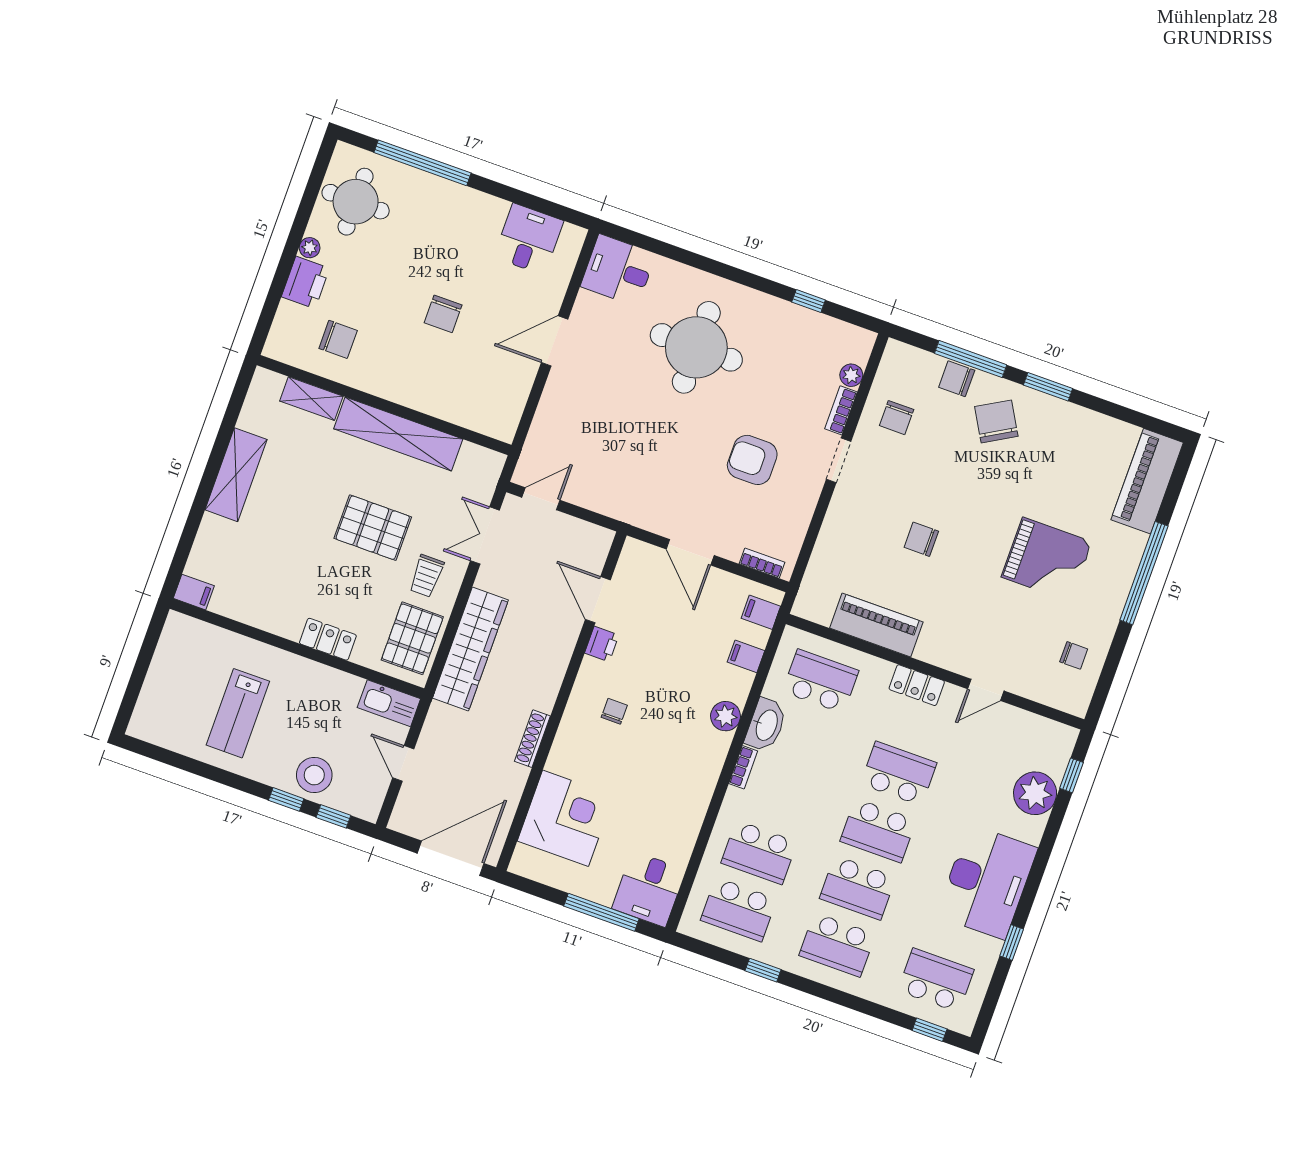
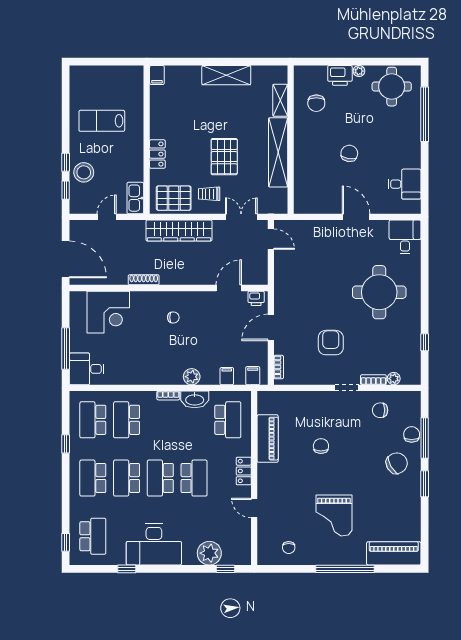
chair: (443, 314) -> (349, 153), turned 99
printer: (602, 644) -> (256, 298), moved

